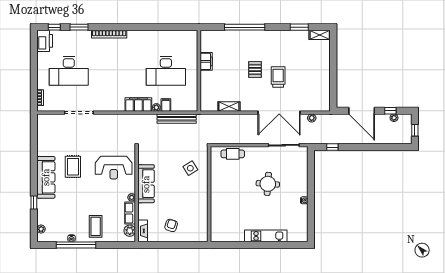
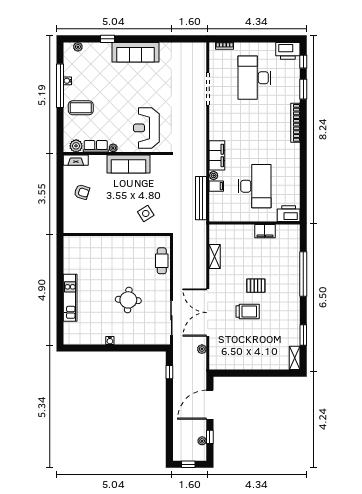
printer: (190, 40) -> (289, 214), added
desk: (166, 71) -> (255, 186), turned 180
rug: (73, 167) -> (147, 82), removed

